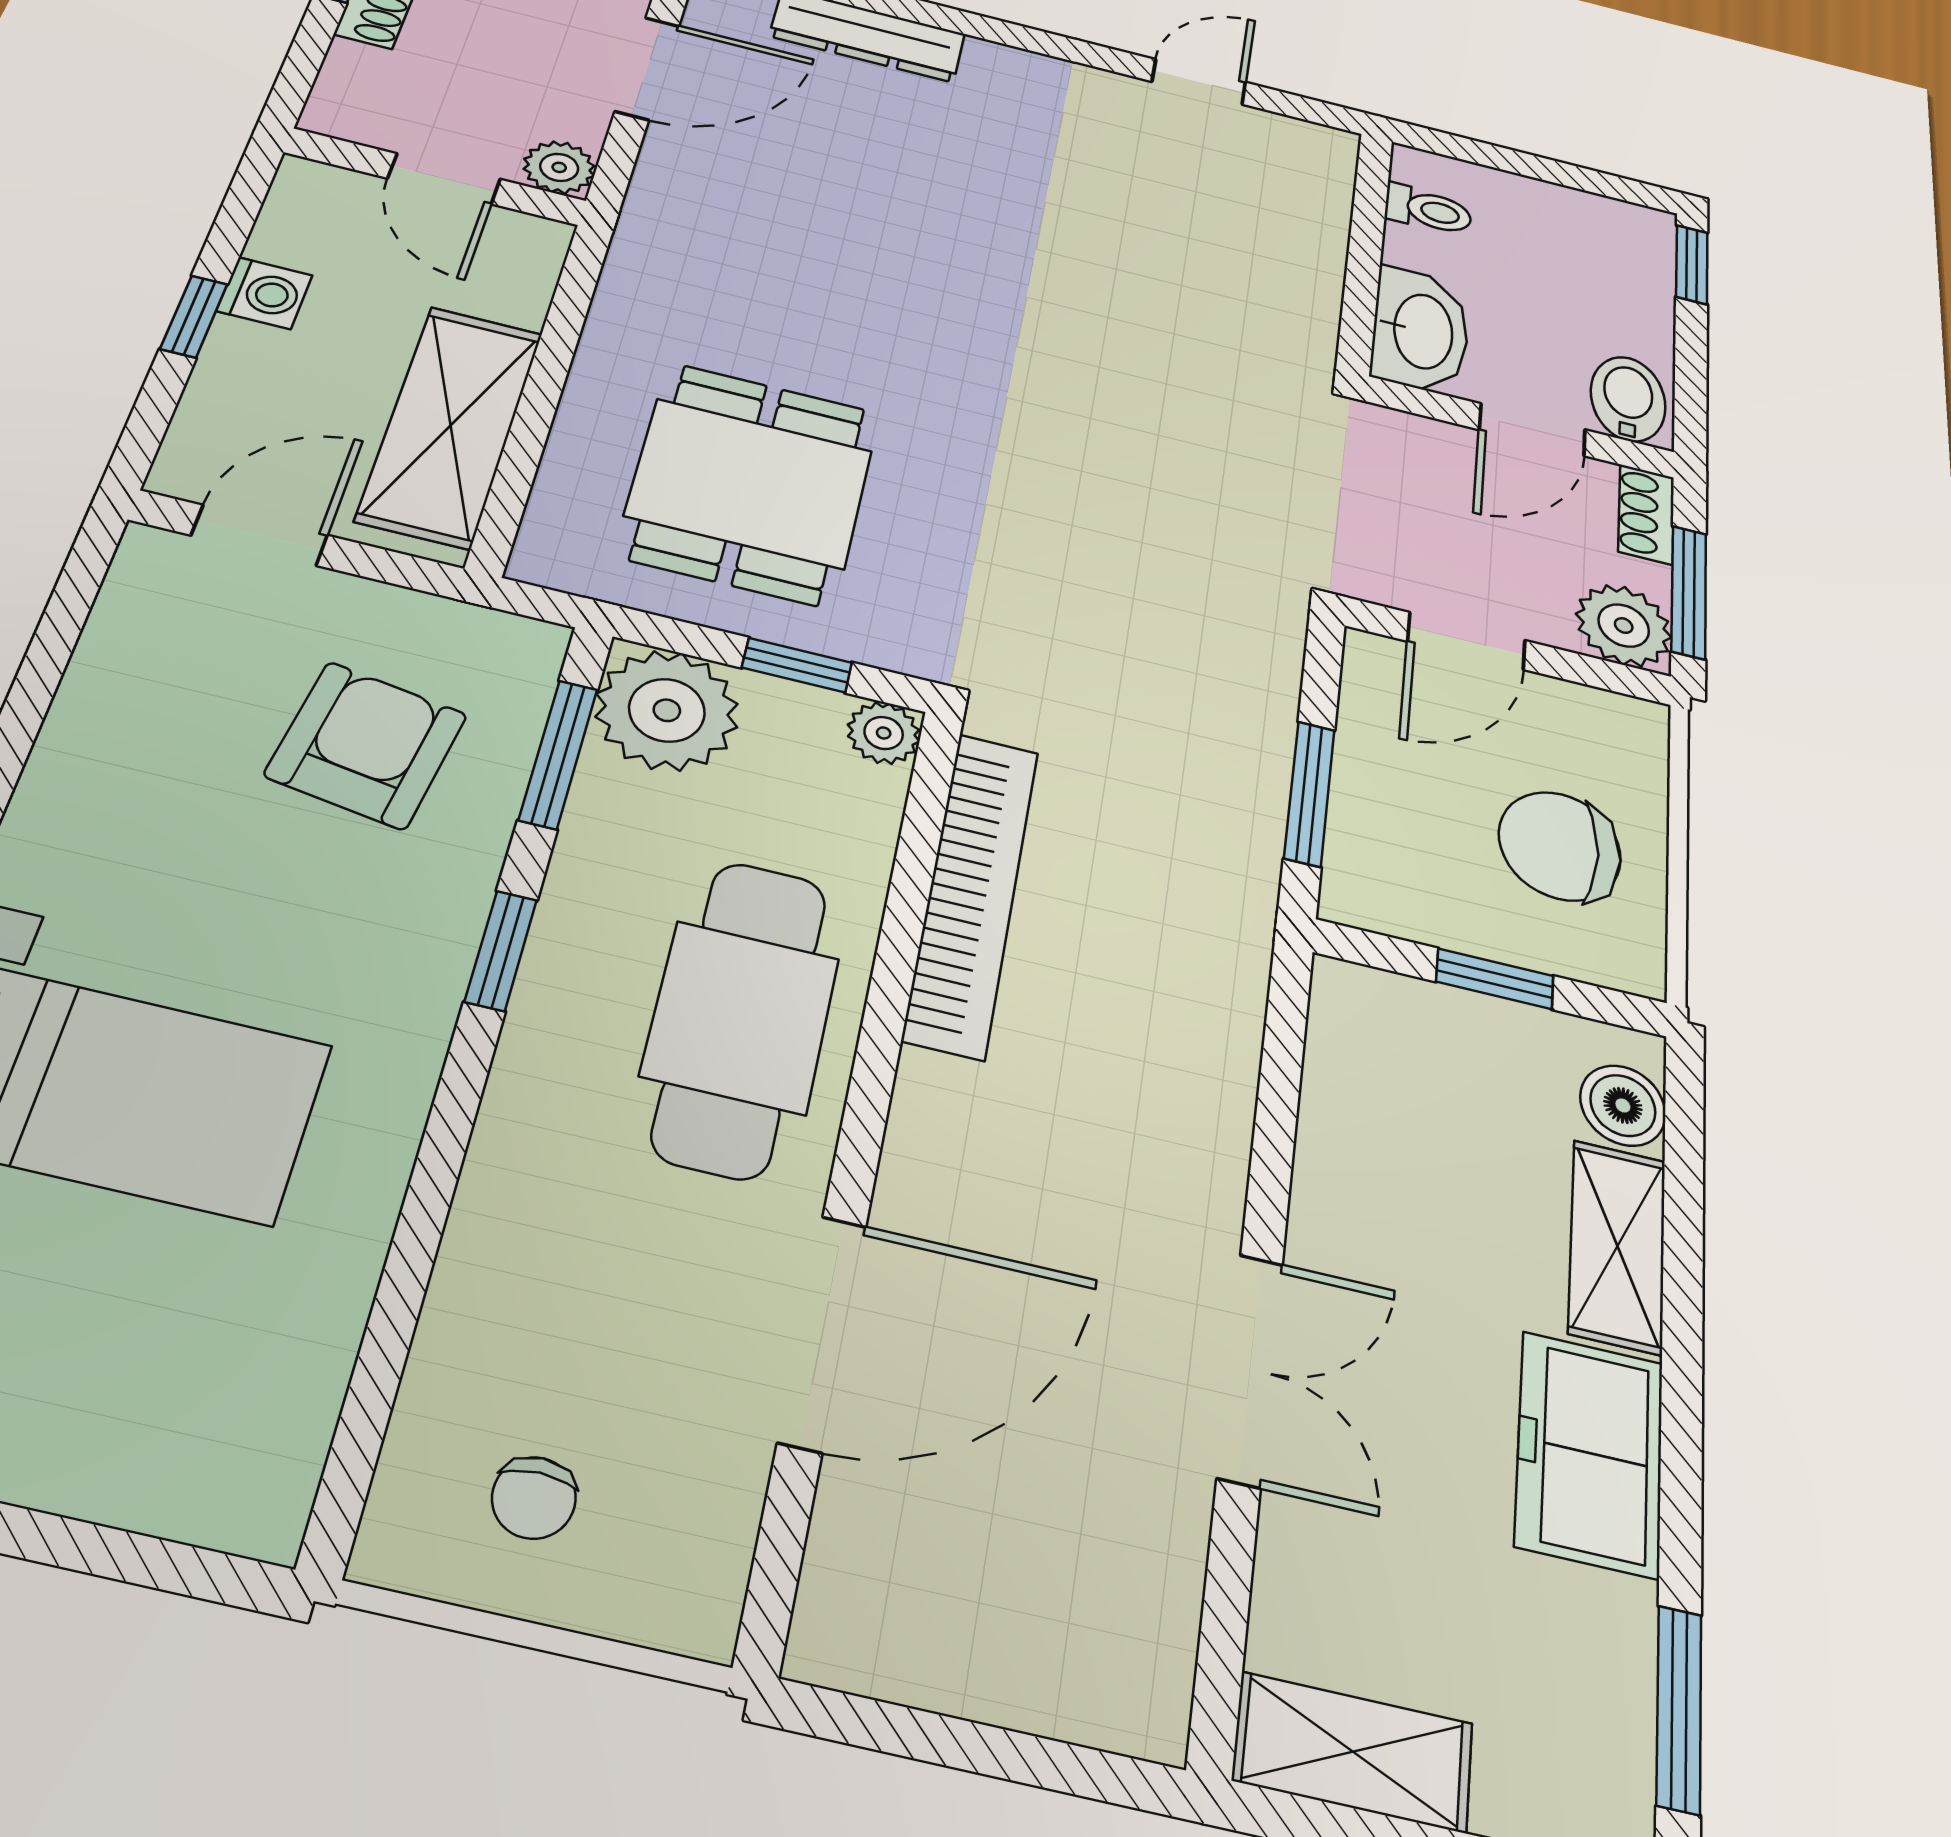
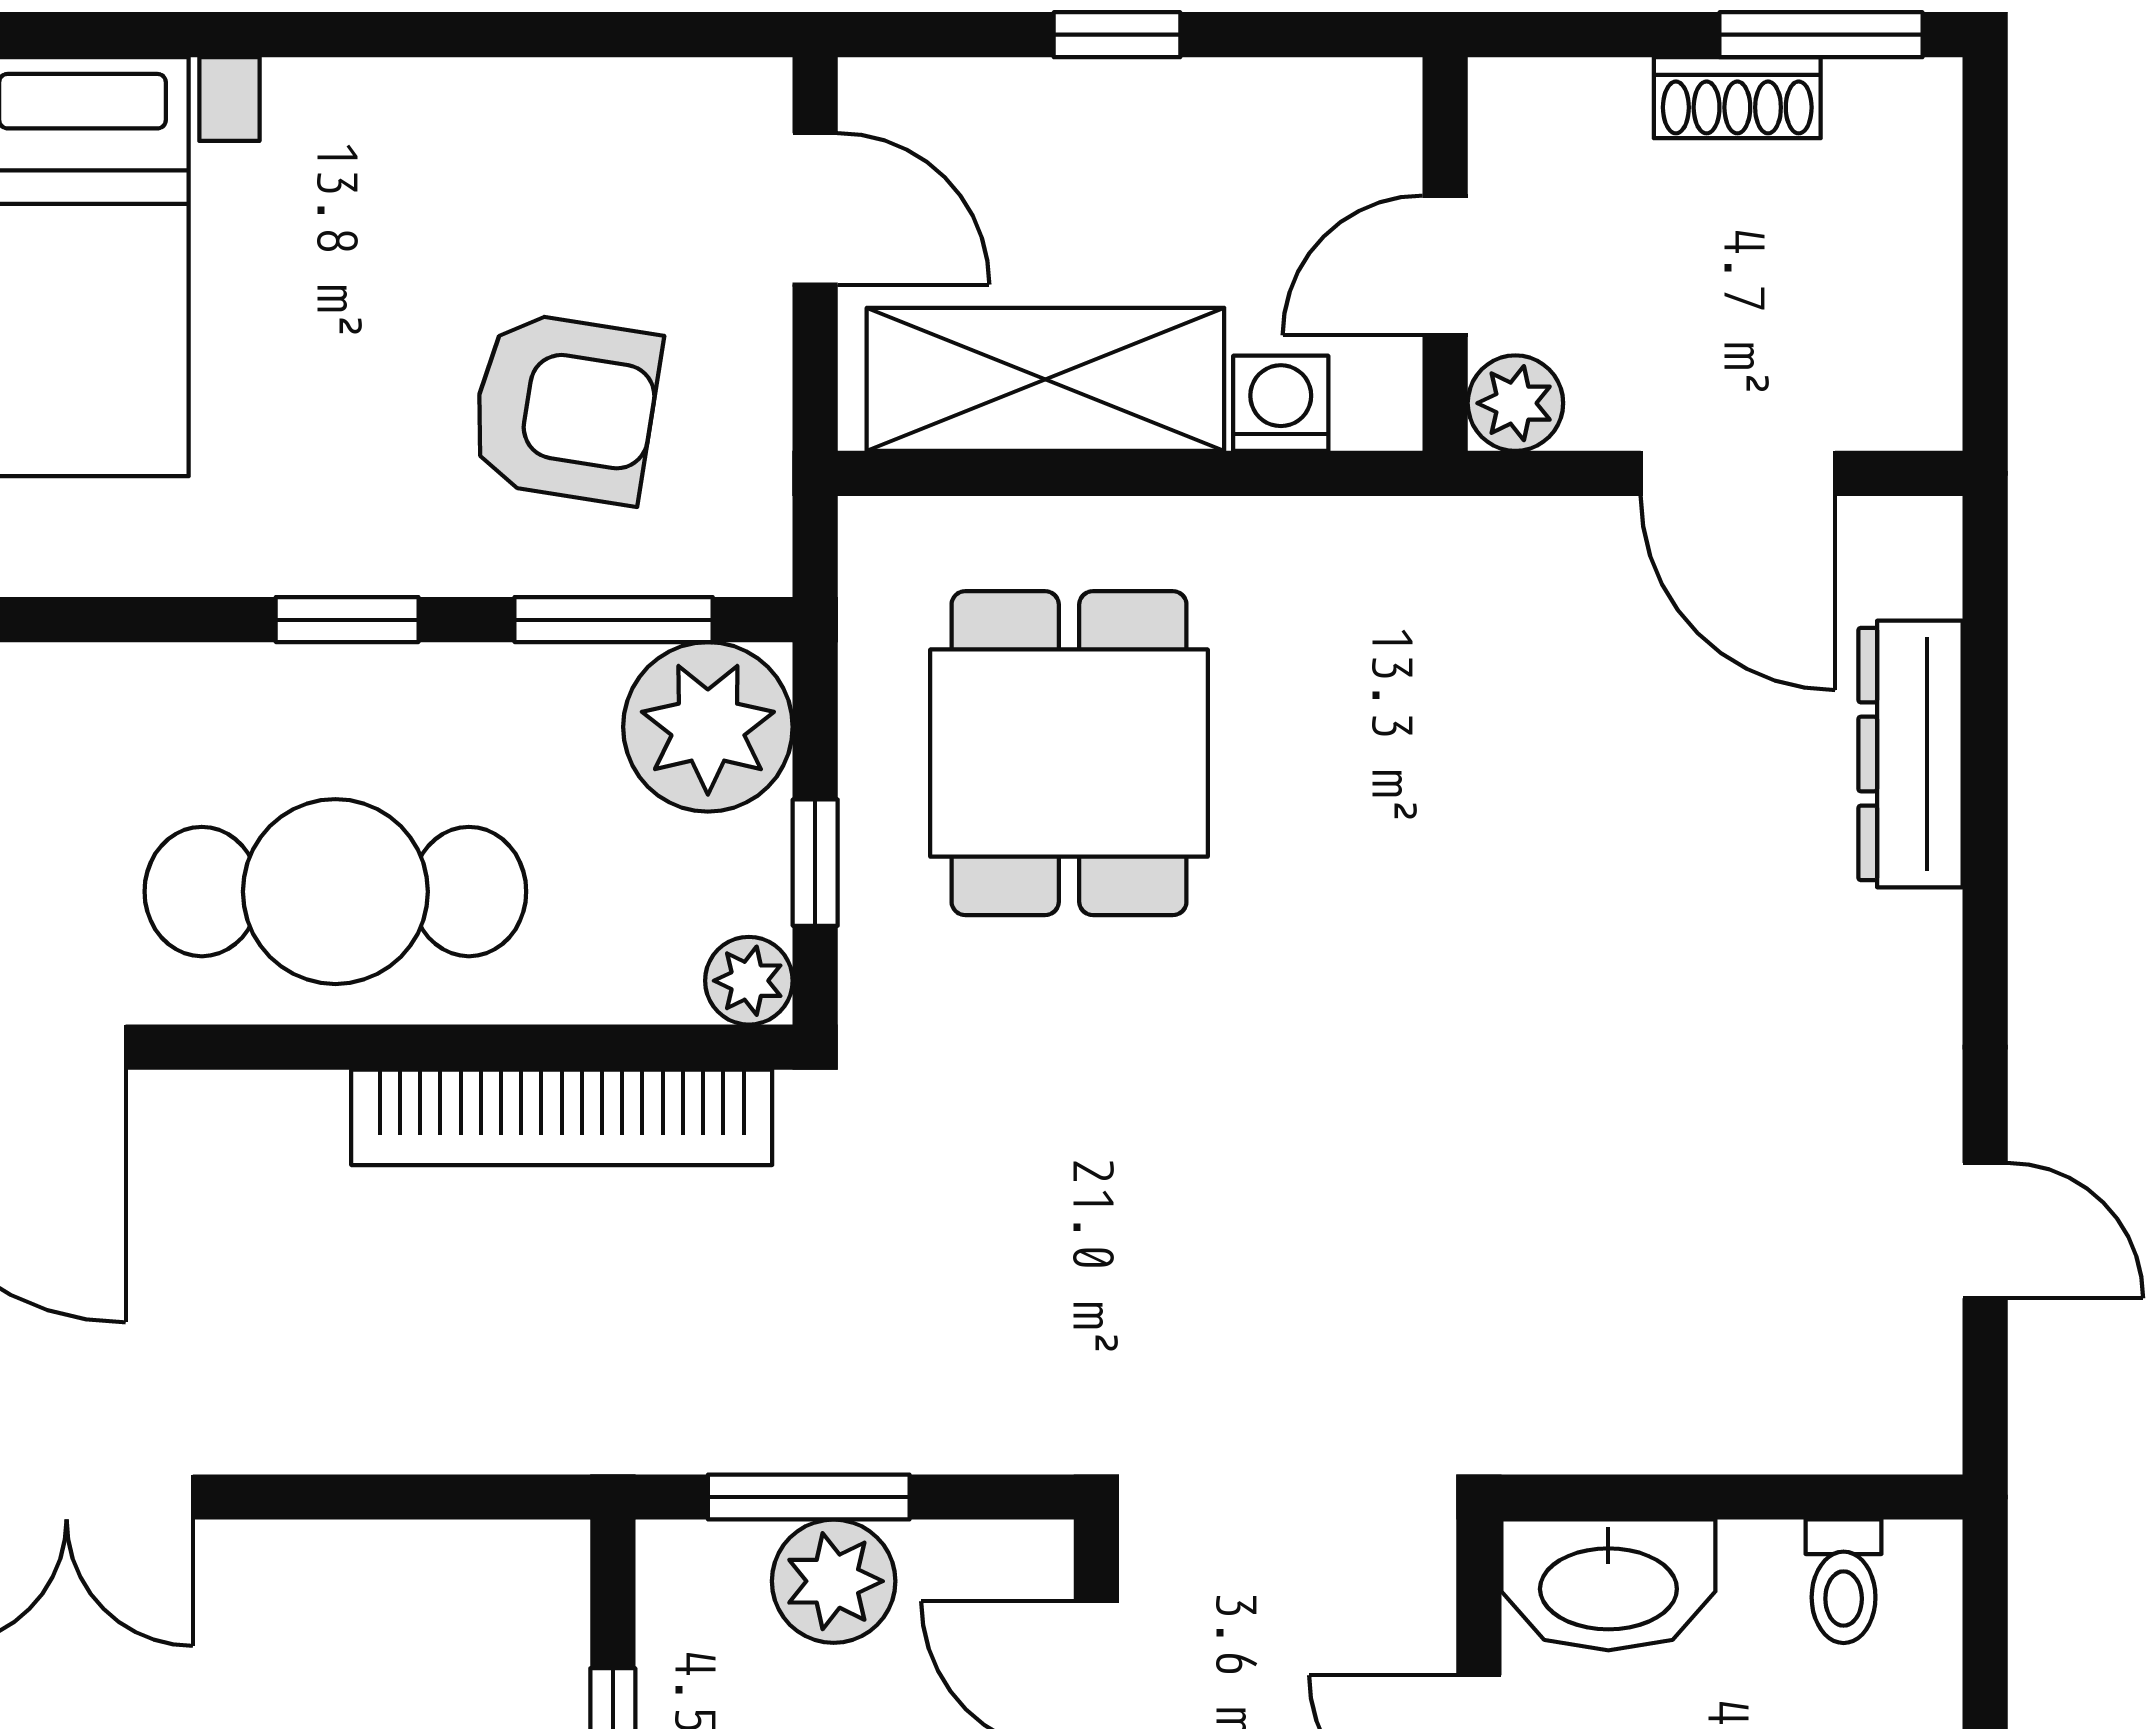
washing machine: (264, 293) -> (1281, 403), moved, turned 180
dining table: (749, 483) -> (1069, 753), turned 90
plant: (1378, 793) -> (834, 1581), added

